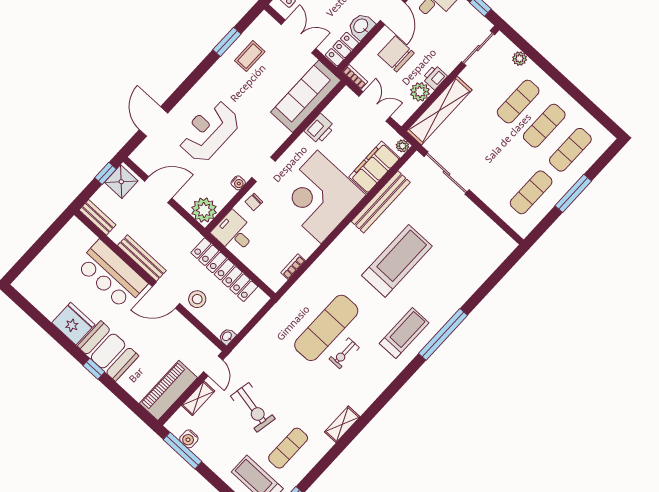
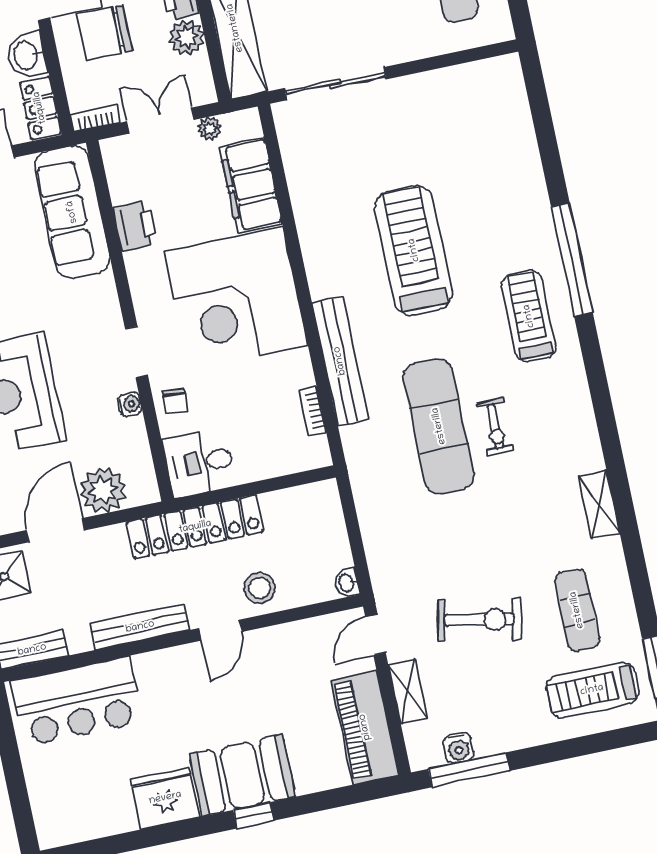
plant: (403, 146) -> (209, 129), moved
bench: (381, 202) -> (340, 361), moved
plant: (204, 210) -> (103, 490), moved
locker: (224, 270) -> (195, 527), moved
bar counter: (111, 275) -> (77, 701), moved
door: (166, 295) -> (220, 630), width x0.73
door: (213, 366) -> (375, 635), swing flipped

